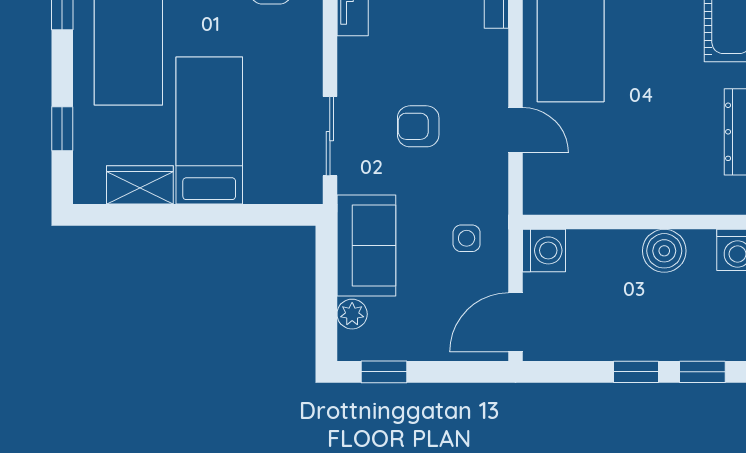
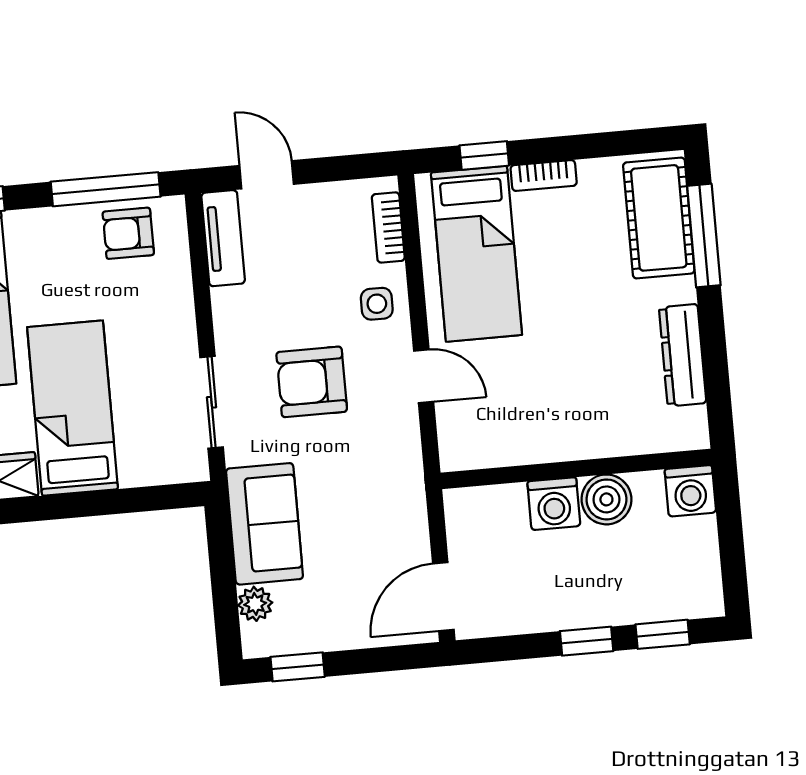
armchair: (418, 126) -> (312, 382), width x1.38, depth x1.38
side table: (467, 238) -> (377, 304), moved
washing machine: (544, 250) -> (554, 504), moved, turned 90

